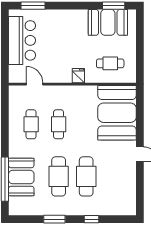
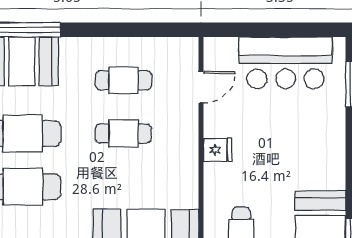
fridge: (78, 76) -> (217, 150), moved

